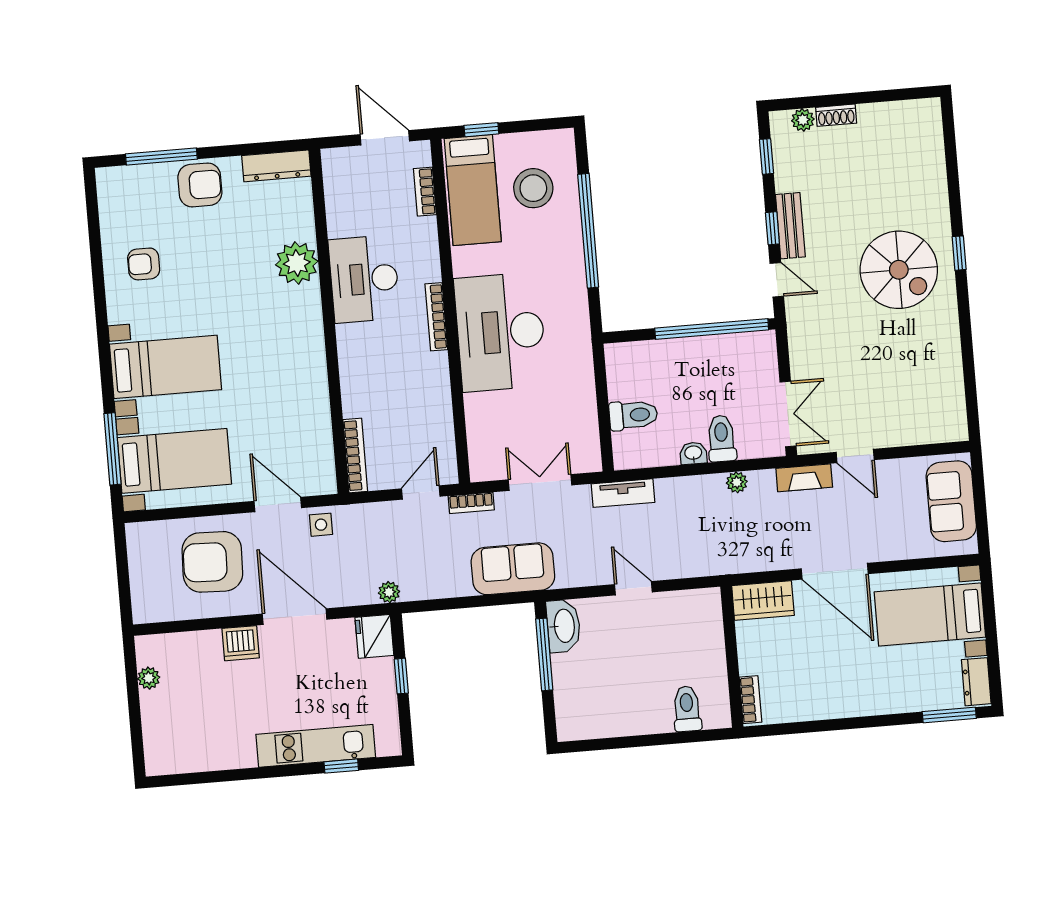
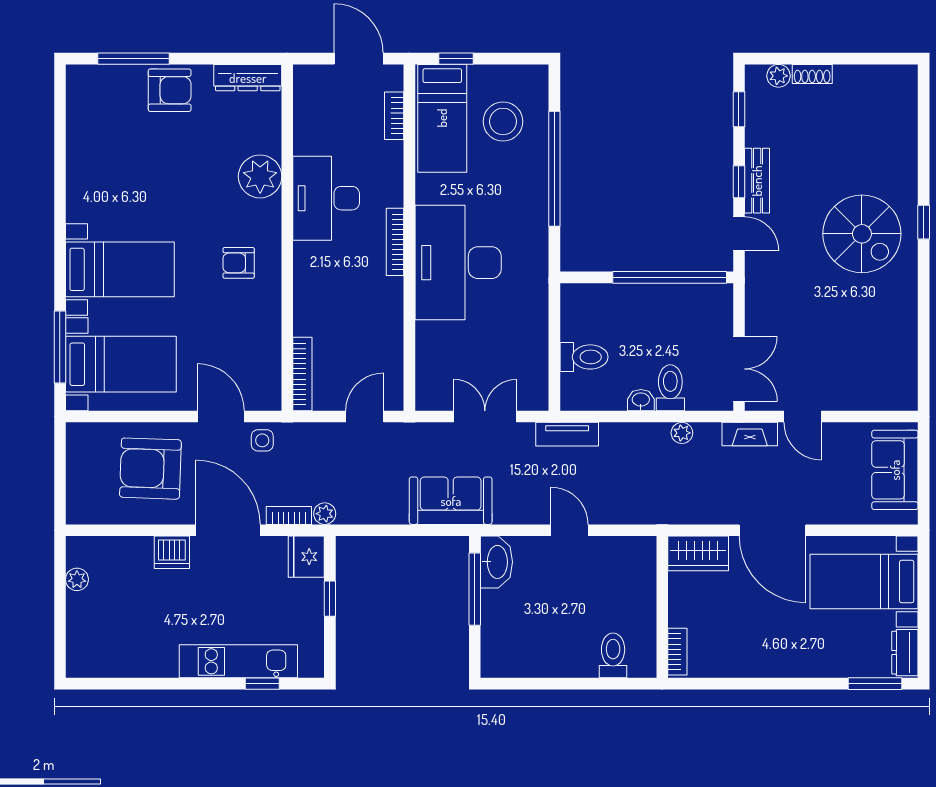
armchair: (144, 264) -> (239, 263), moved
bookcase: (471, 503) -> (289, 515), moved, turned 180

